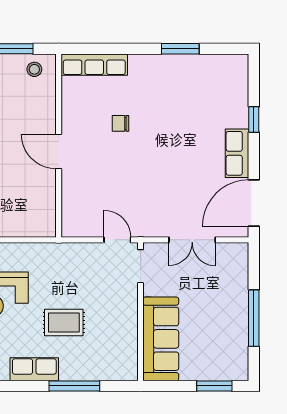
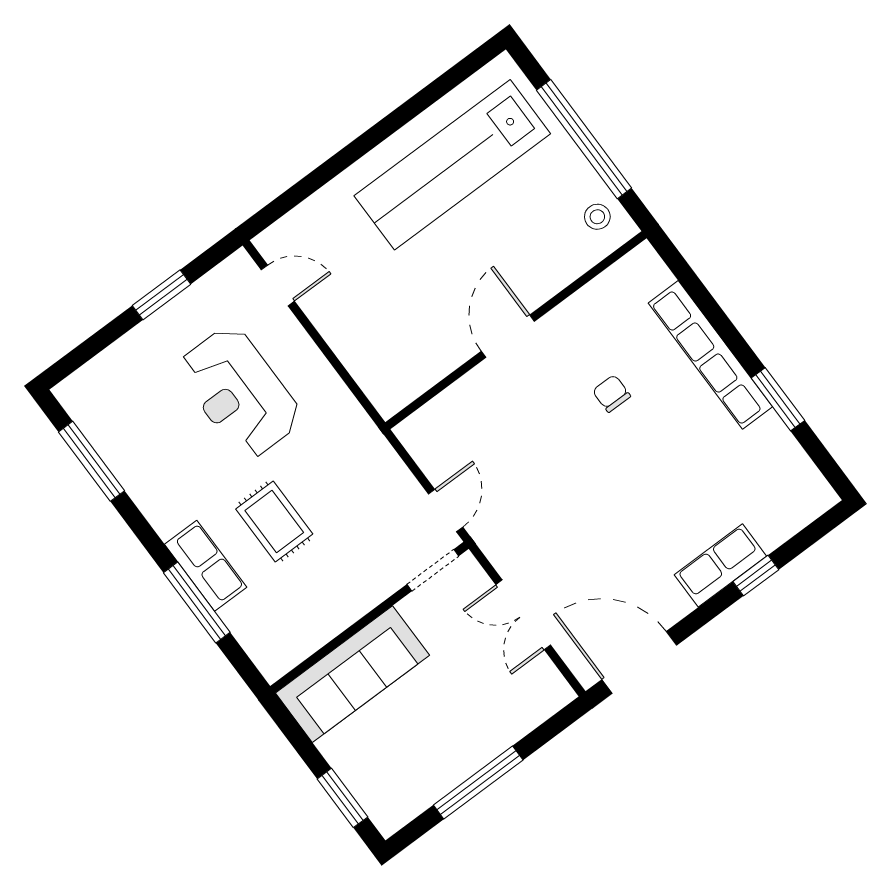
row of seats: (94, 65) -> (710, 355), moved, width x1.36
row of seats: (237, 153) -> (720, 565), moved
row of seats: (34, 369) -> (206, 566), moved

